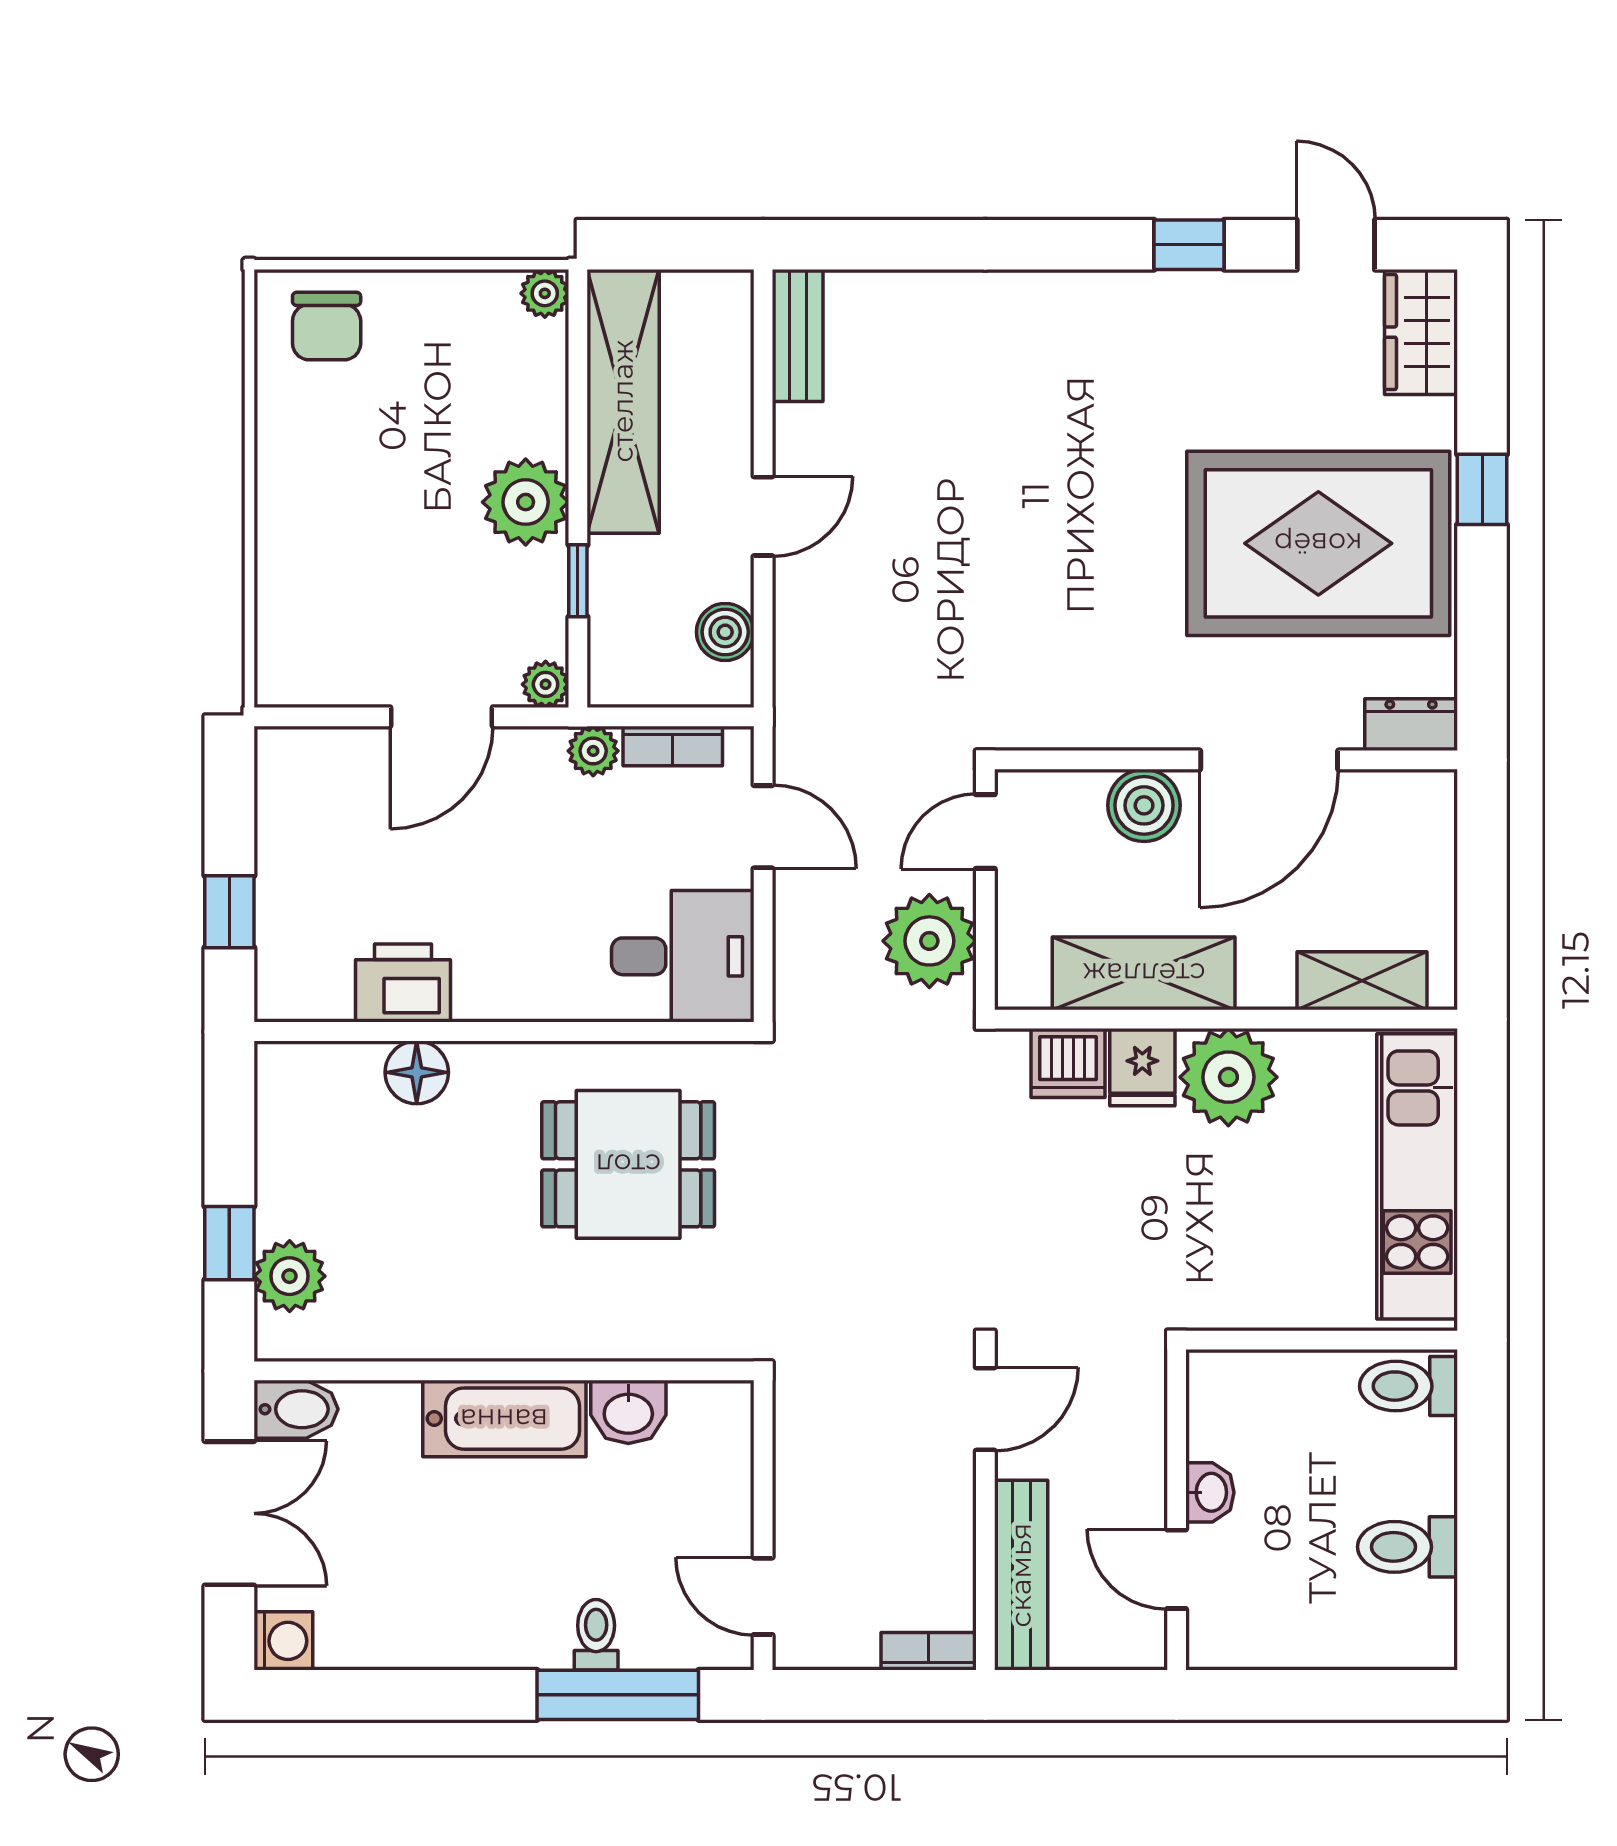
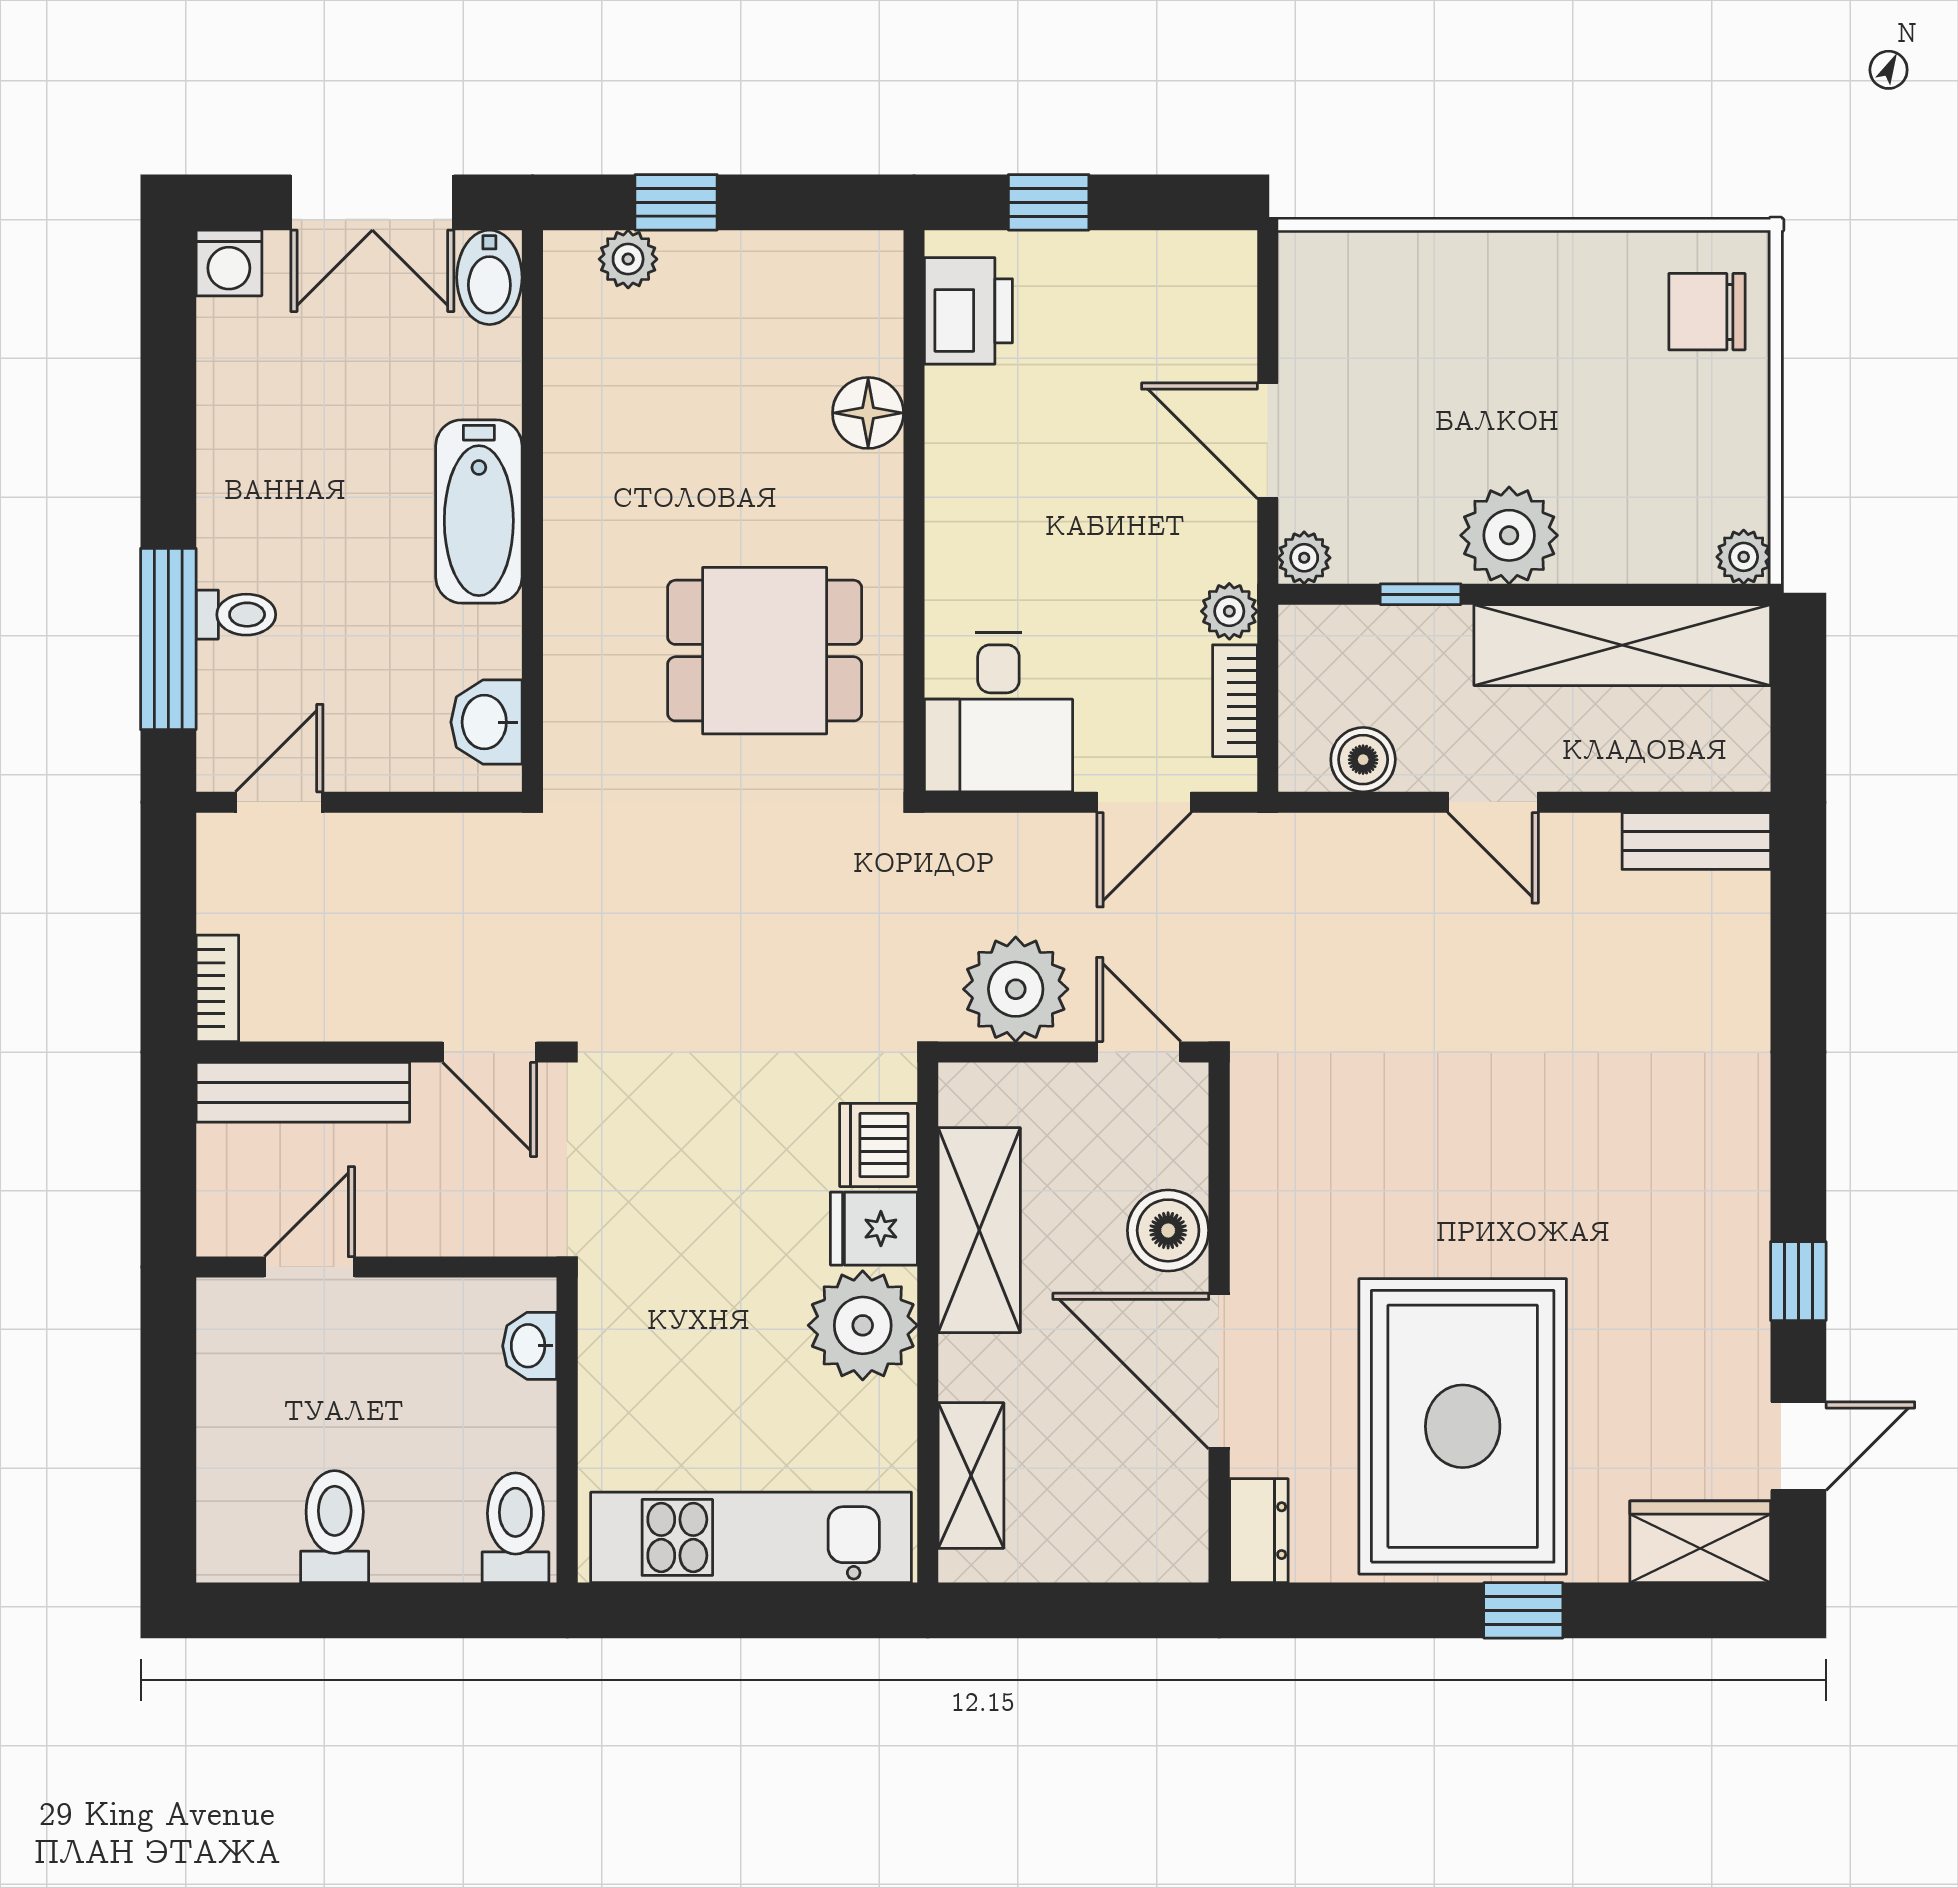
printer: (403, 983) -> (968, 311), moved
dining table: (628, 1164) -> (765, 651), turned 90
plant: (290, 1276) -> (628, 259), width x0.73, depth x0.73
washbasin: (628, 1412) -> (486, 722), moved
washbasin: (1210, 1492) -> (530, 1346), moved, turned 90

